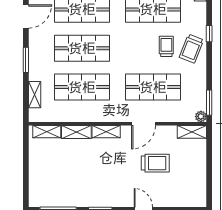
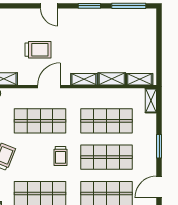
trolley: (166, 46) -> (60, 156), moved
shelving: (35, 95) -> (151, 101), moved
trolley: (155, 163) -> (38, 50), turned 180

